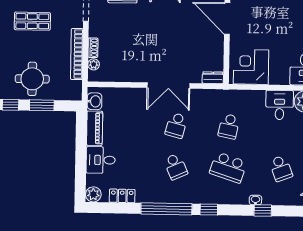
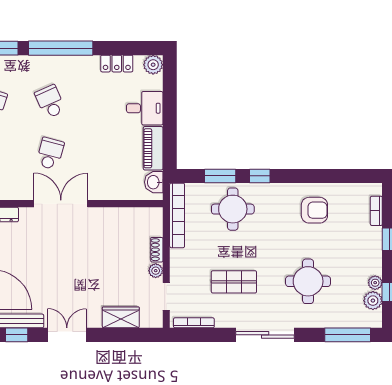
bookcase: (77, 54) -> (177, 215), moved
plant: (94, 64) -> (156, 271), moved

